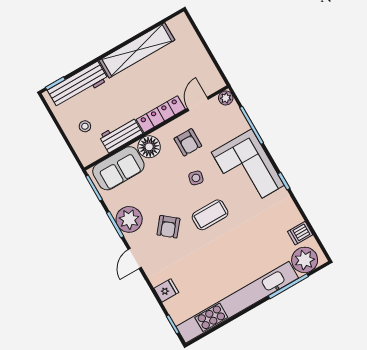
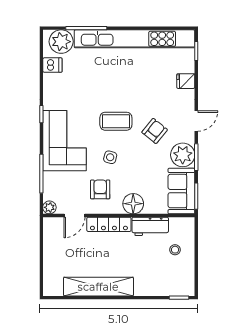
workbench: (78, 85) -> (162, 286), removed
sofa: (118, 168) -> (181, 191), moved, turned -90

